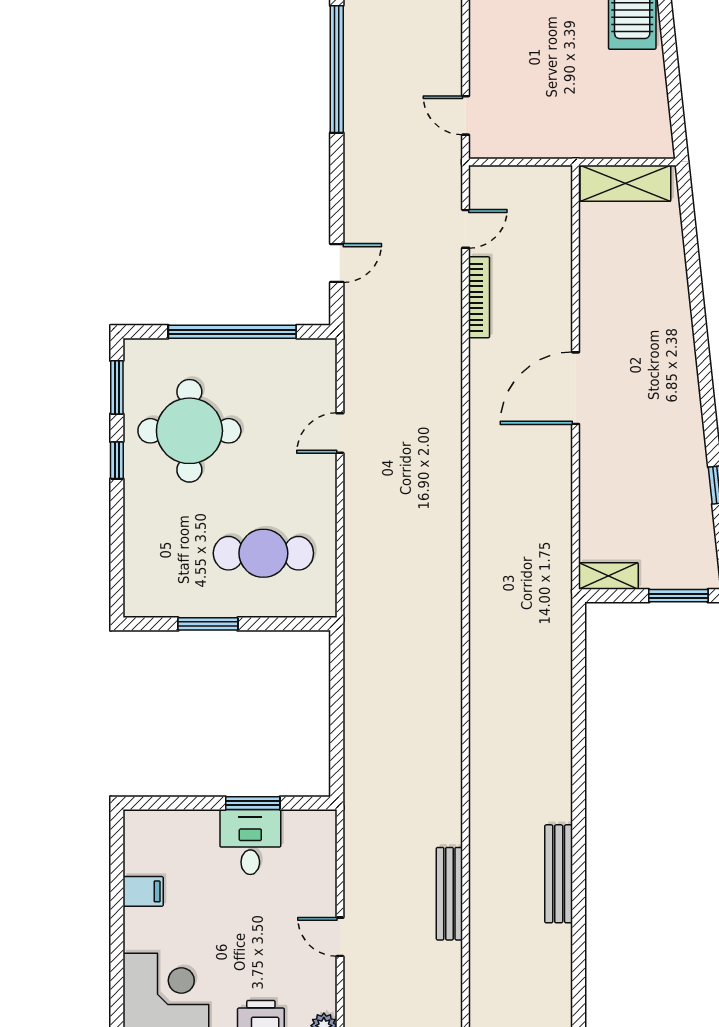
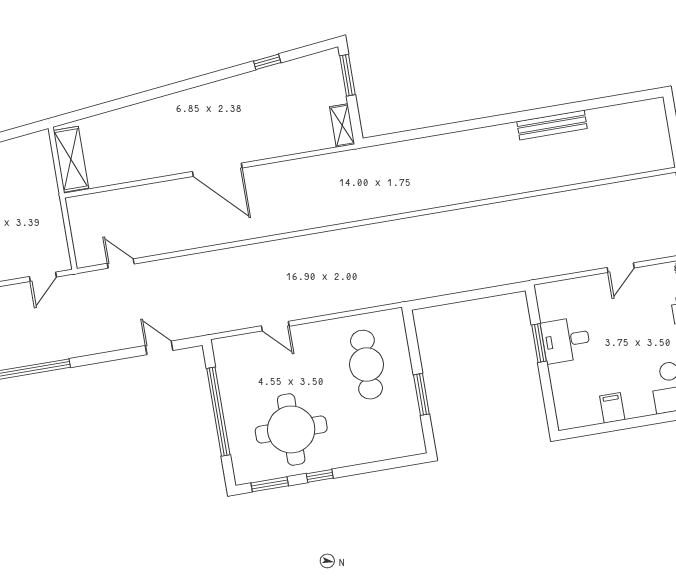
bookcase: (479, 297) -> (166, 246), removed
bench: (449, 894) -> (578, 198), removed

